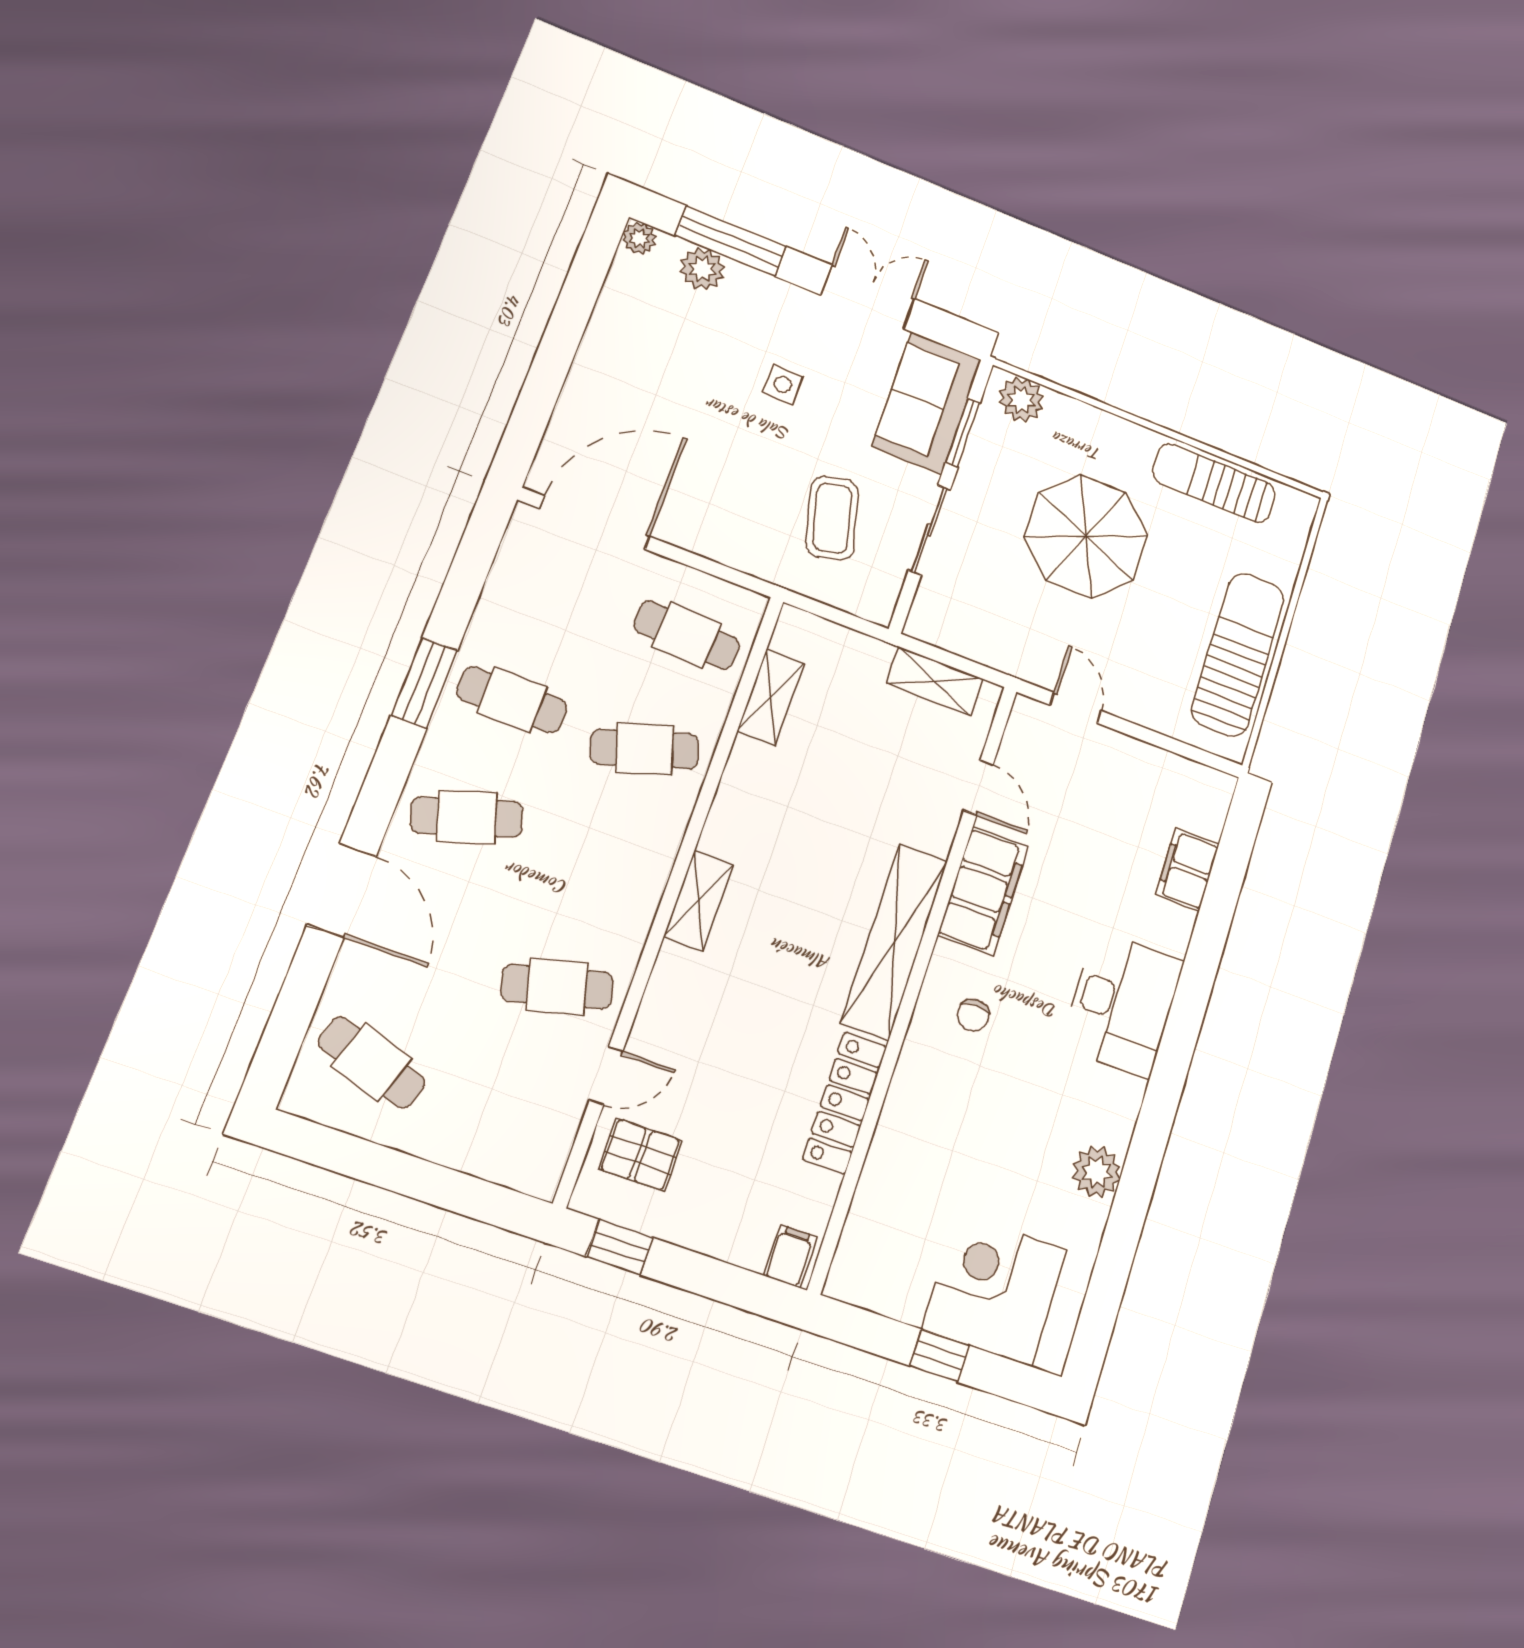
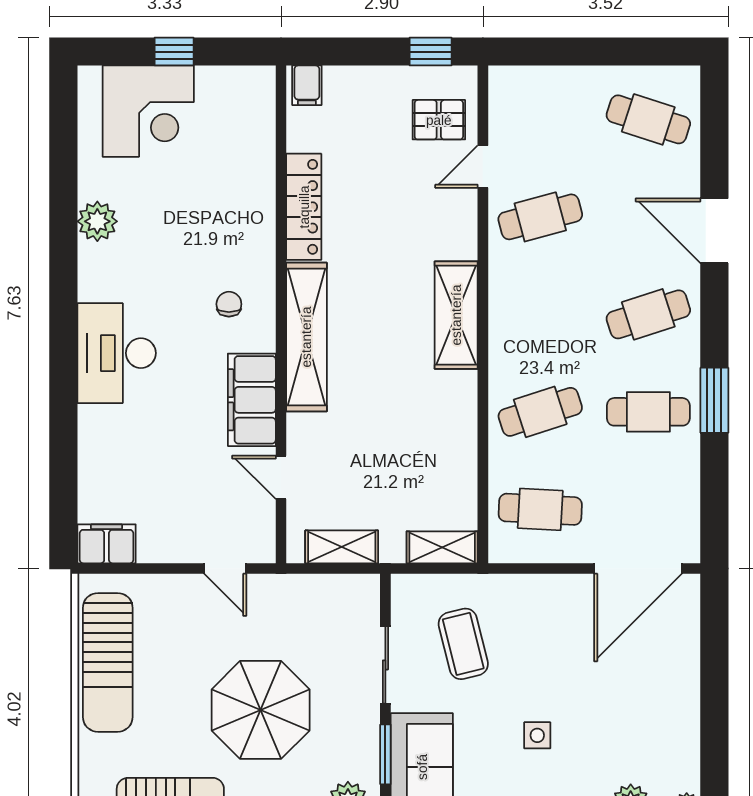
shelving: (771, 697) -> (442, 547), moved, turned 90
filing cabinet: (1187, 870) -> (107, 544), moved, turned -90
shelving: (699, 900) -> (456, 315), width x1.50, depth x1.33

